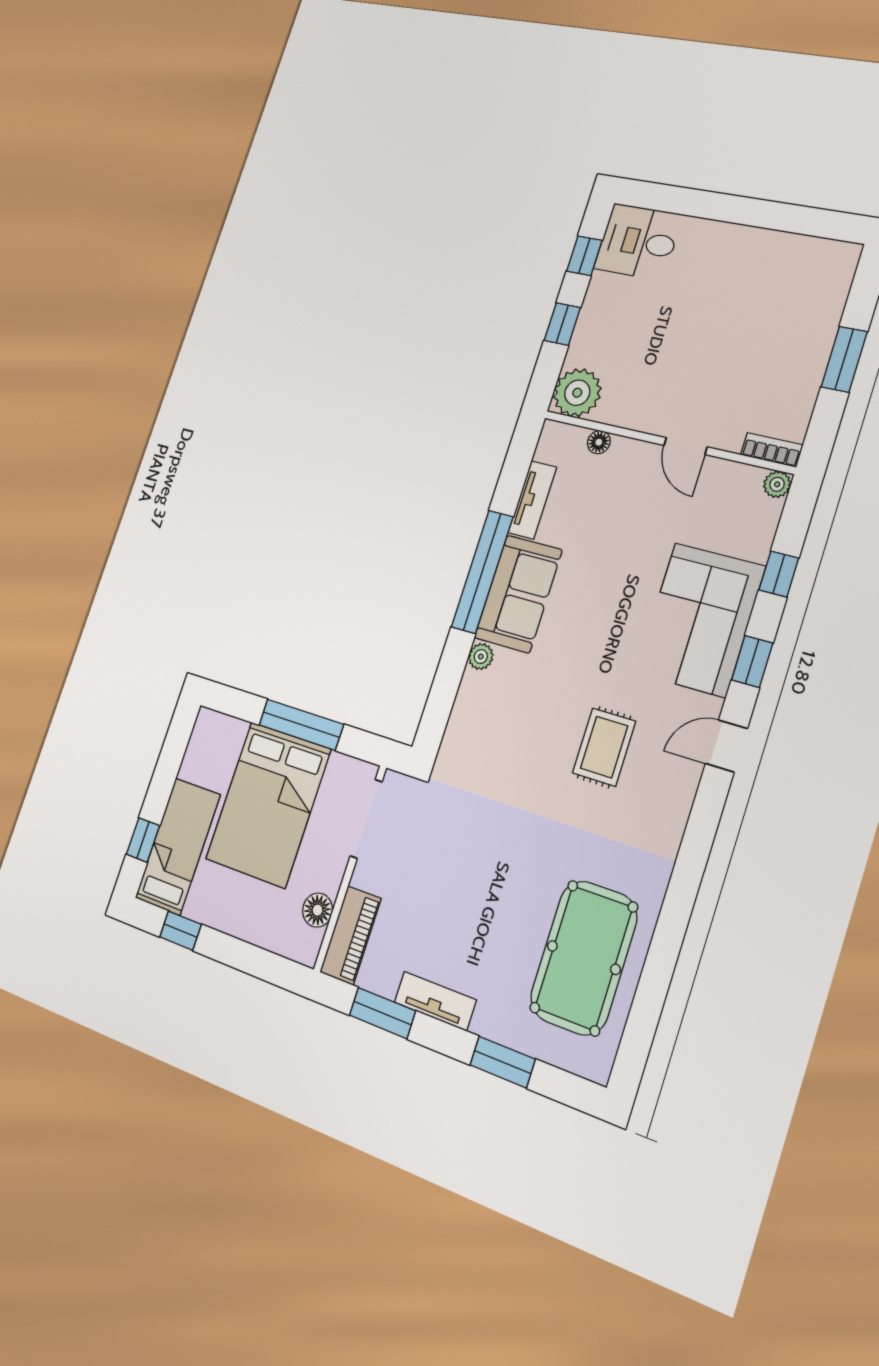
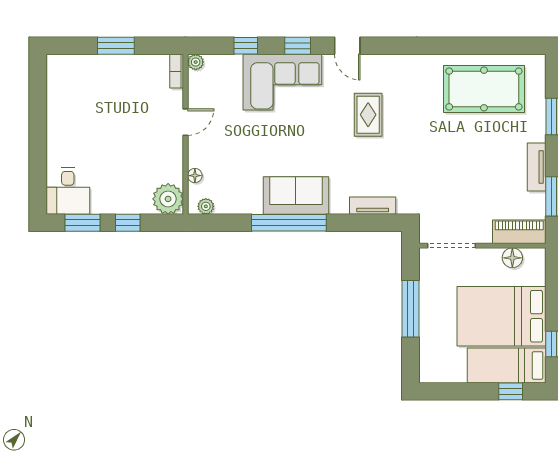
window: (584, 256) -> (83, 223), width x1.50
tv unit: (532, 500) -> (373, 206), moved
plant: (481, 657) -> (206, 206), moved
rug: (604, 747) -> (368, 115), turned 90
bed: (268, 804) -> (501, 316), moved, turned 180

